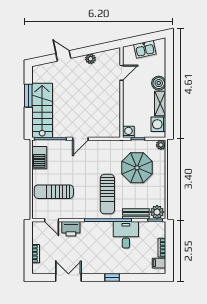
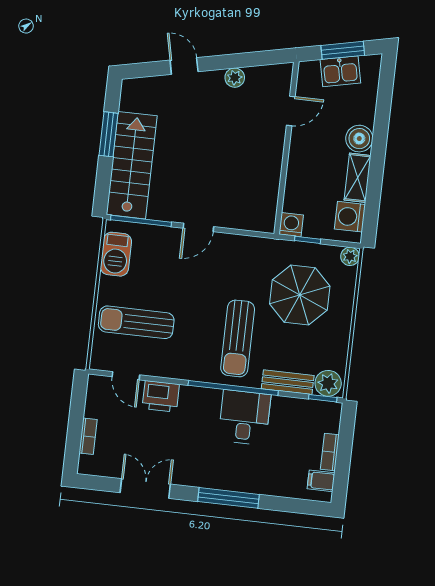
window: (145, 38) -> (343, 50), added
desk: (126, 235) -> (244, 417), moved
window: (112, 277) -> (228, 498), width x2.17

